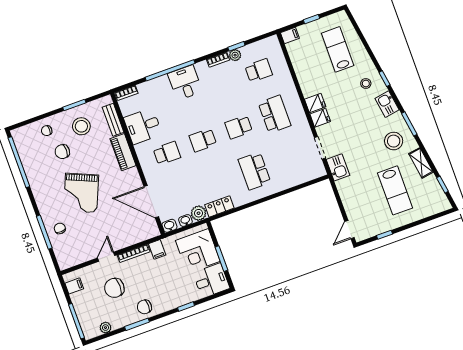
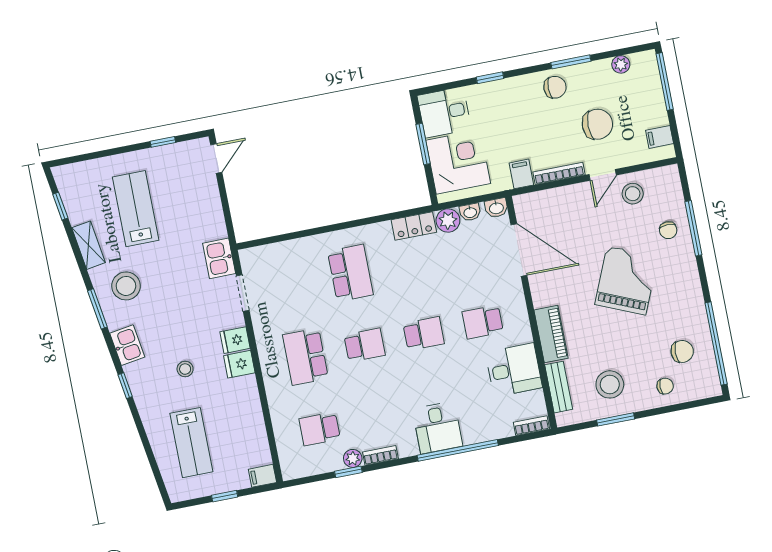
stool: (366, 83) -> (185, 369), moved
chair: (62, 152) -> (682, 351), moved
stool: (86, 248) -> (633, 194), added

